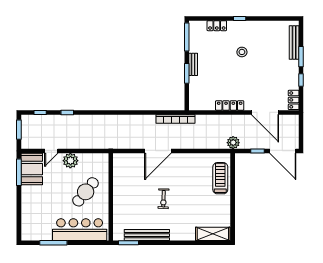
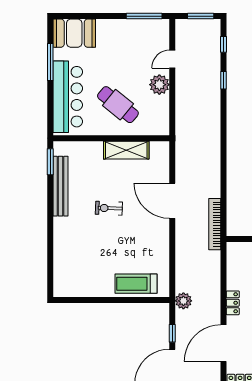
locker: (230, 105) -> (233, 303), width x0.66
door: (51, 151) -> (172, 59), hinge flipped
booth: (32, 169) -> (74, 33), moved
treadmill: (220, 178) -> (136, 284), turned 180
shelving: (213, 234) -> (126, 150), moved, turned 90

